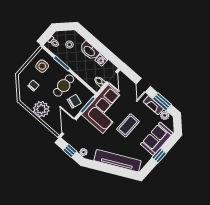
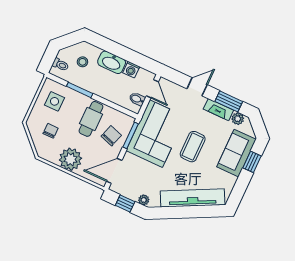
door: (143, 85) -> (197, 87), swing flipped
door: (69, 126) -> (114, 171), hinge flipped
window: (159, 155) -> (252, 162), moved

